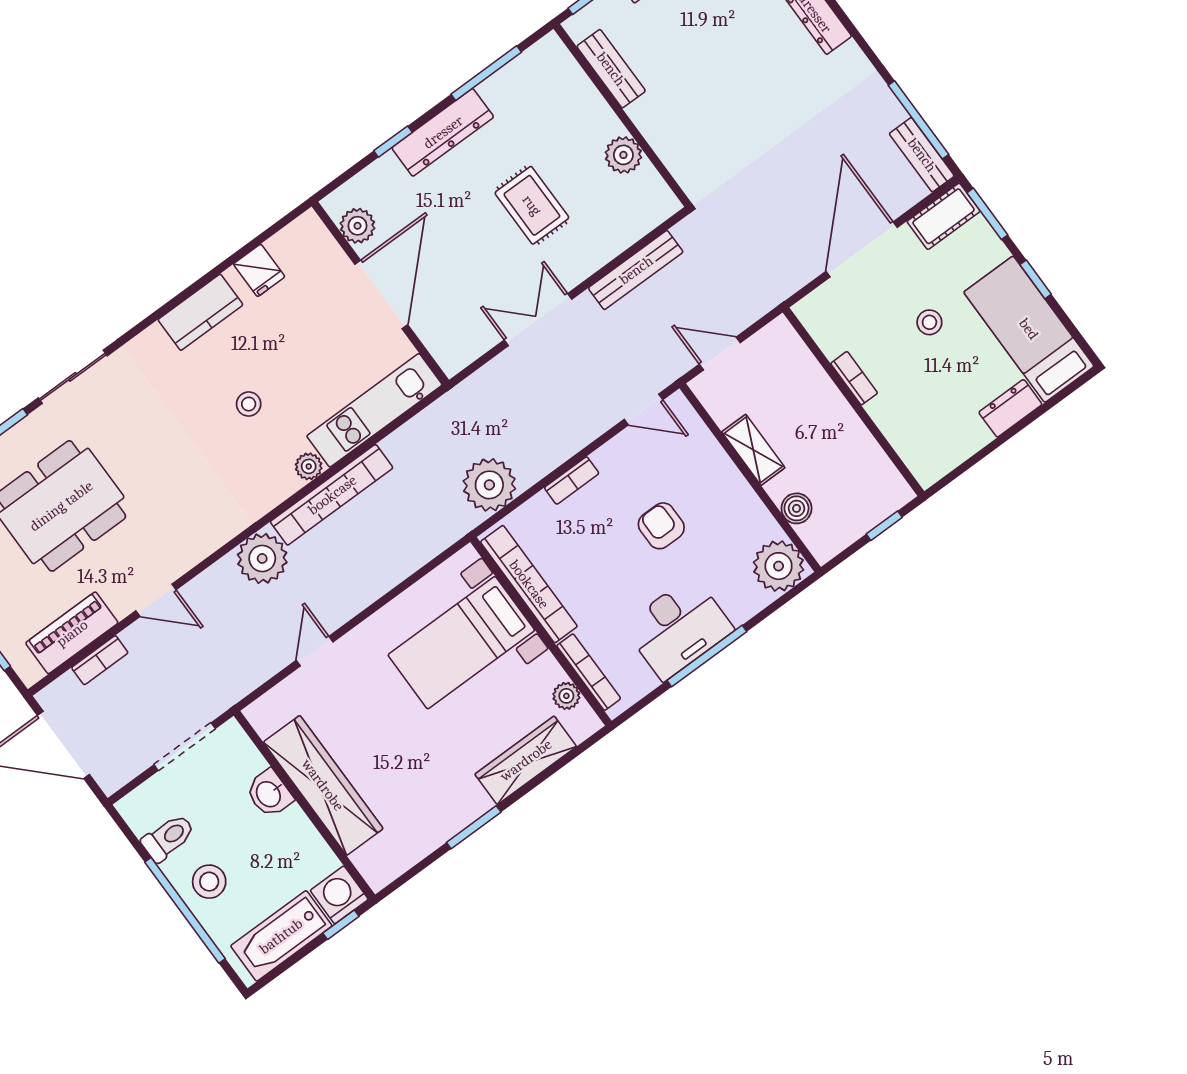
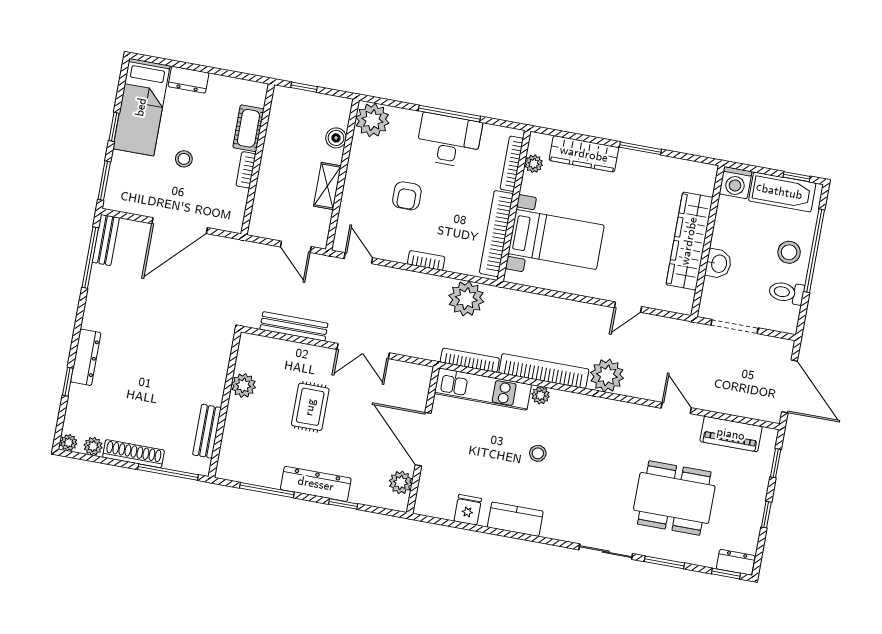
cot: (944, 216) -> (248, 128), moved, turned 90
door: (381, 295) -> (423, 439), hinge flipped
bookcase: (100, 660) -> (470, 360), moved, width x1.56
window: (341, 925) -> (797, 177), moved

